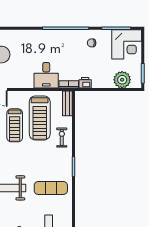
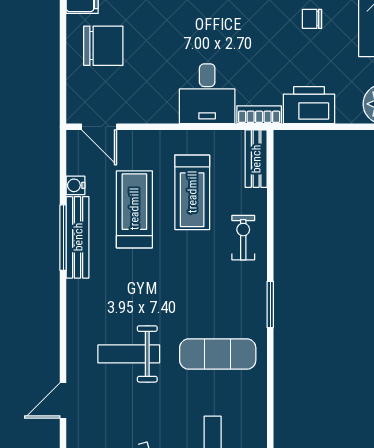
printer: (85, 83) -> (309, 105), width x1.87, depth x1.48
treadmill: (40, 118) -> (192, 192), width x0.73, depth x0.73
treadmill: (15, 125) -> (134, 209), turned 180

